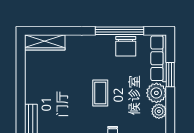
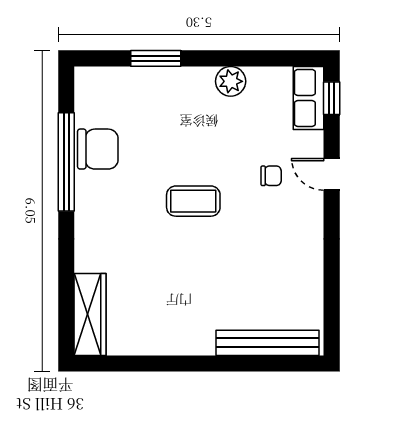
row of seats: (159, 58) -> (122, 82), removed
plant: (156, 93) -> (193, 87), removed

